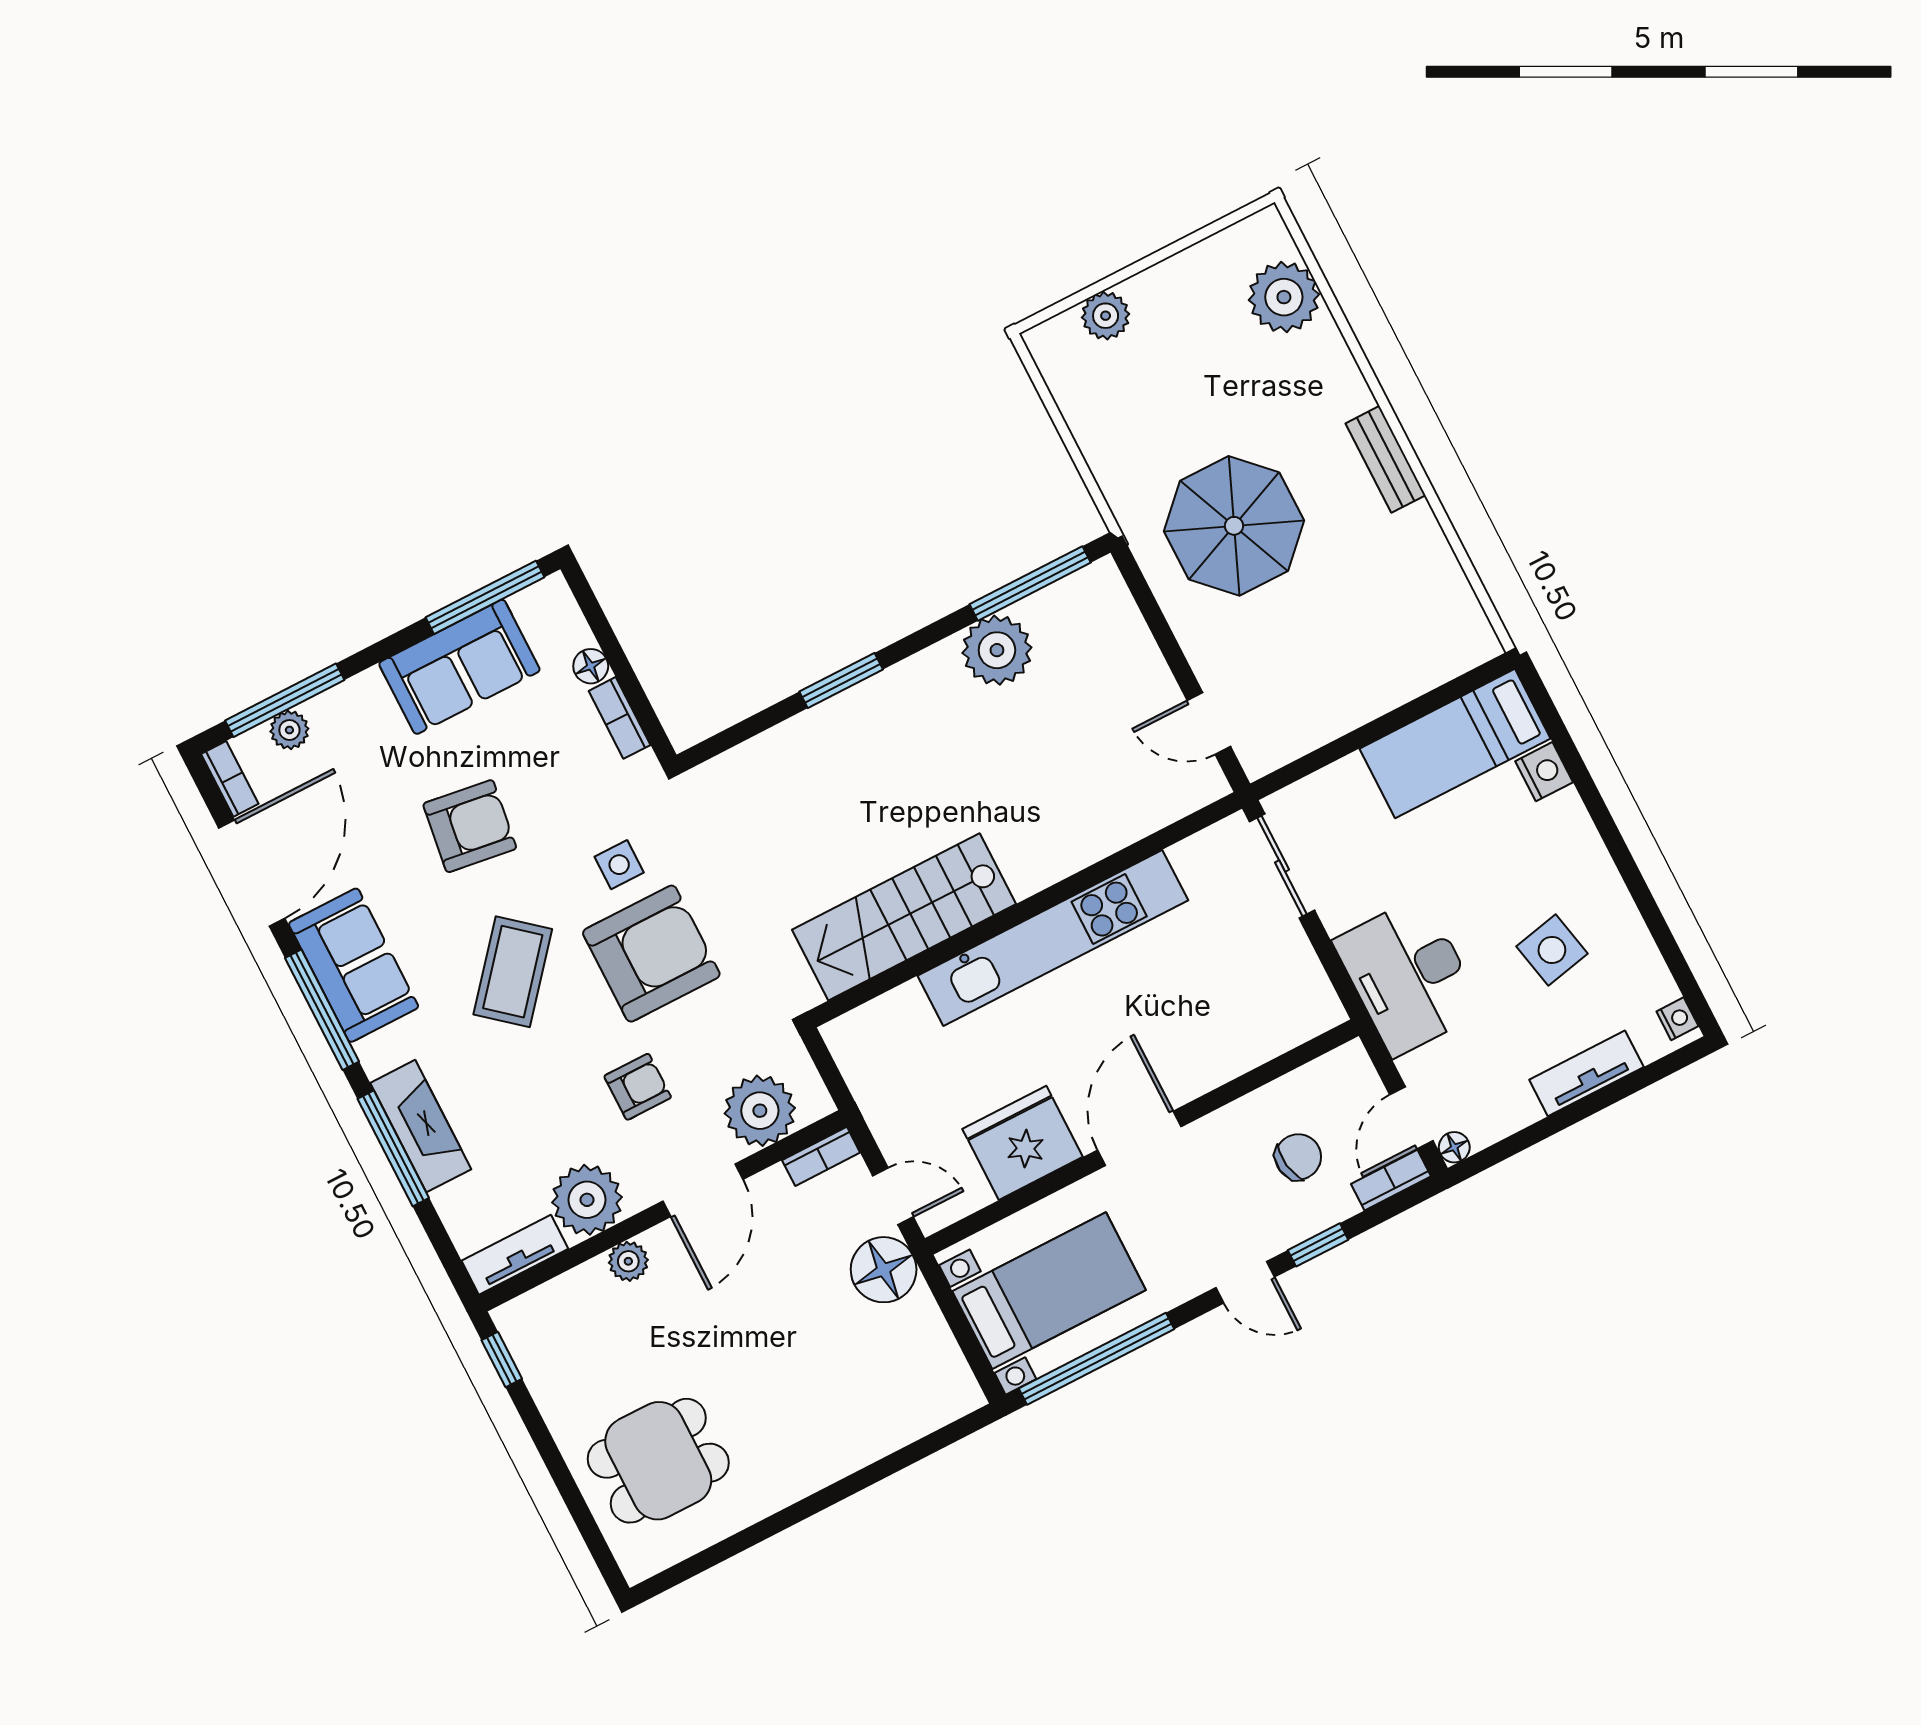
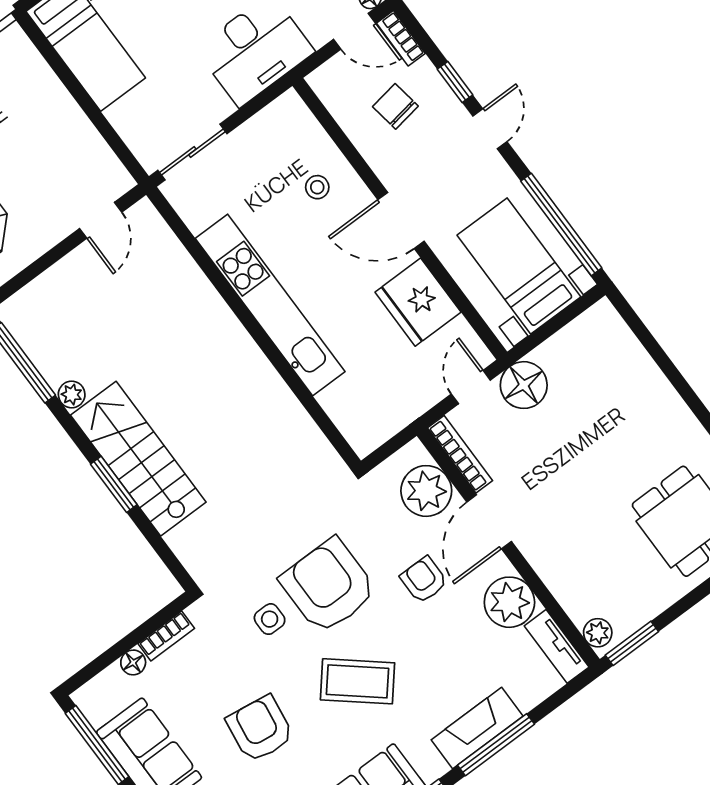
plant: (997, 650) -> (72, 394), width x0.53, depth x0.53
stairs: (904, 917) -> (138, 459), moved, turned 180
stool: (1205, 1030) -> (317, 187), added
bookcase: (821, 1156) -> (460, 454), width x1.56
door: (703, 1190) -> (489, 522), swing flipped
plant: (628, 1261) -> (598, 633), moved
window: (502, 1359) -> (632, 643), width x1.50

